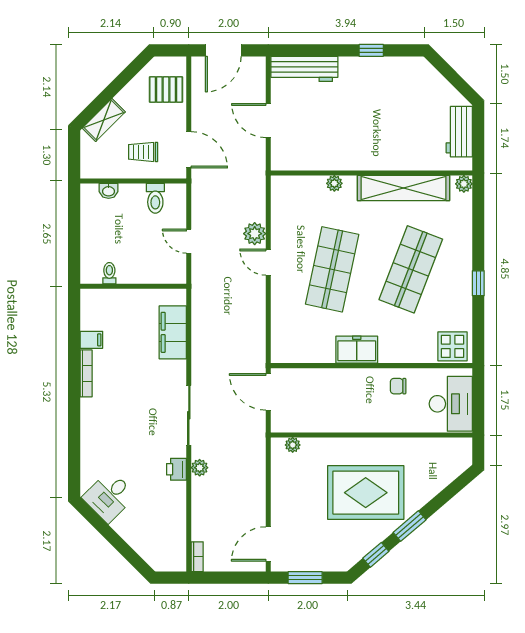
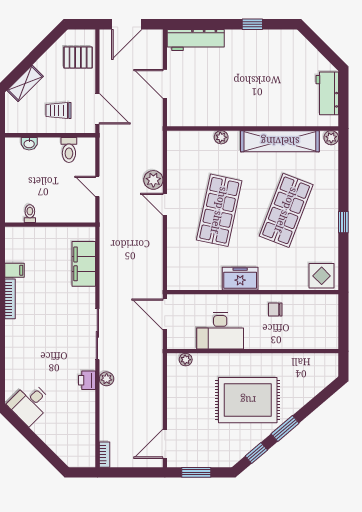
desk: (451, 404) -> (220, 331), moved, turned 90

